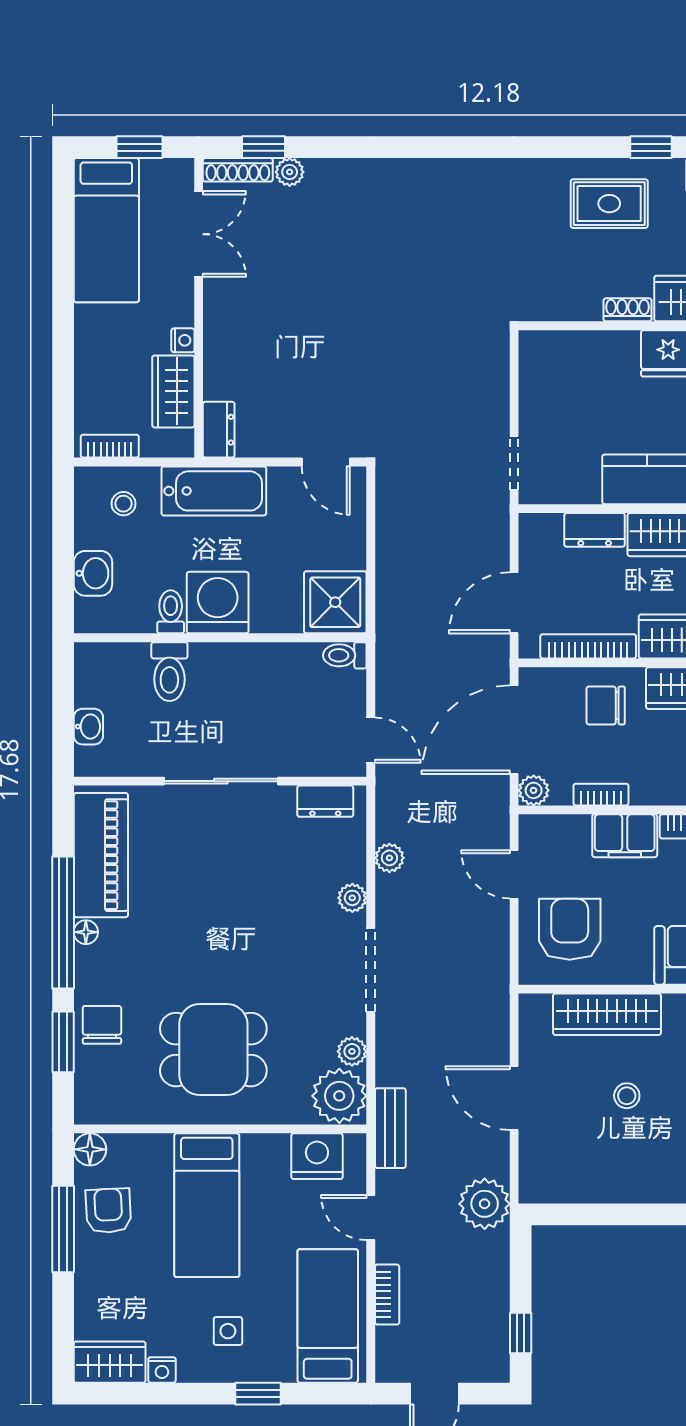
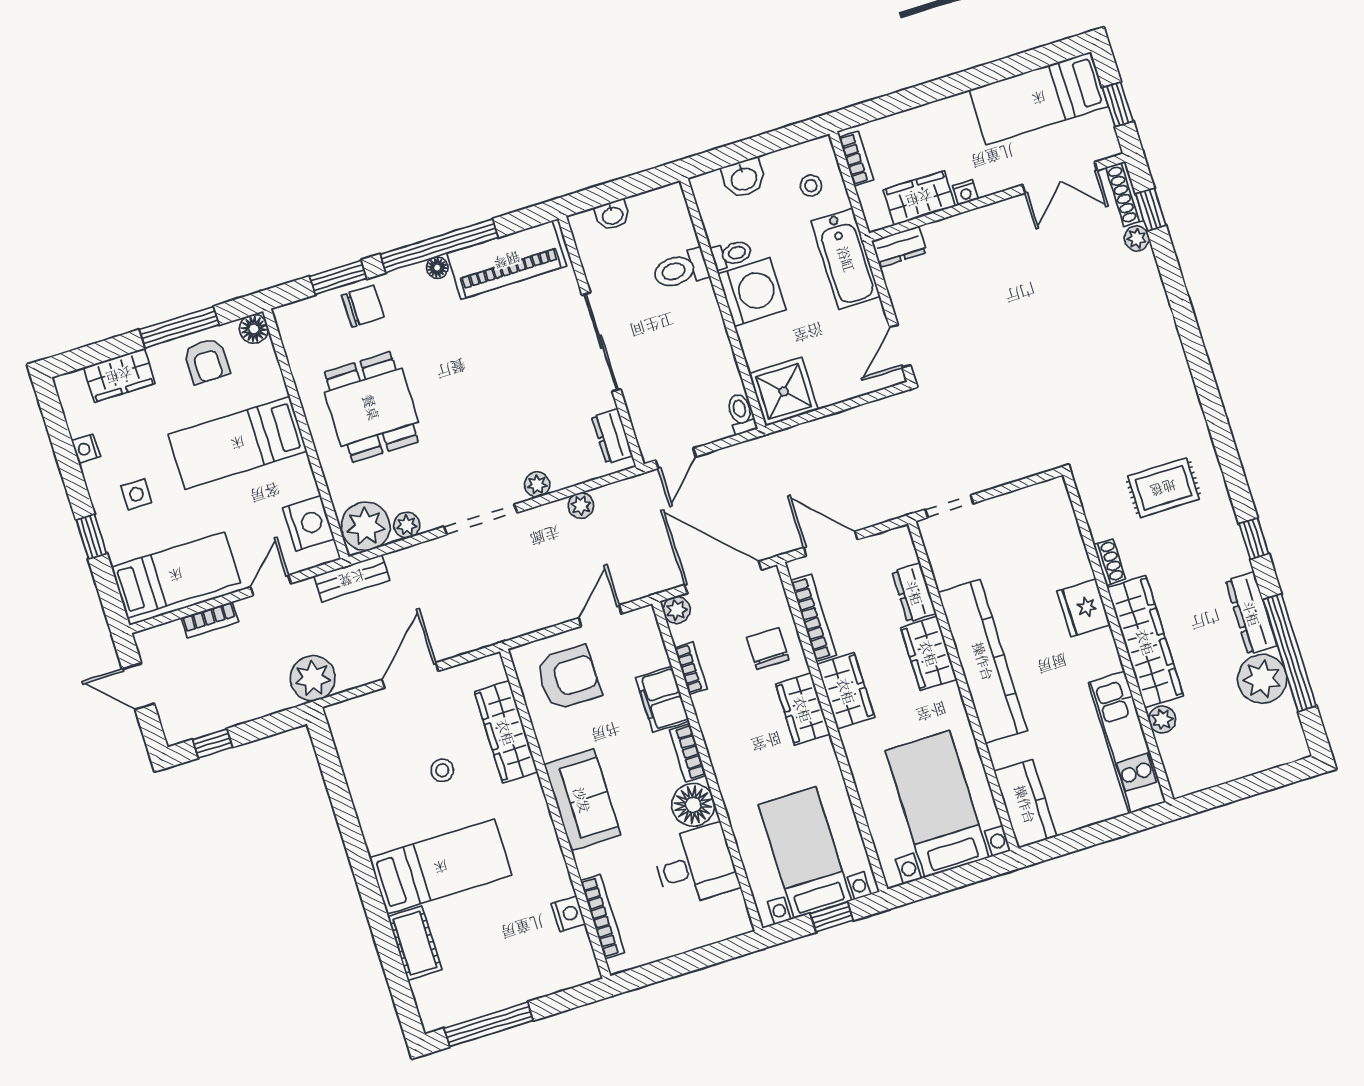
rug: (609, 204) -> (1163, 488), moved, turned 90
armchair: (108, 1211) -> (207, 361), turned 93
wardrobe: (110, 1362) -> (119, 375), moved, turned 90

